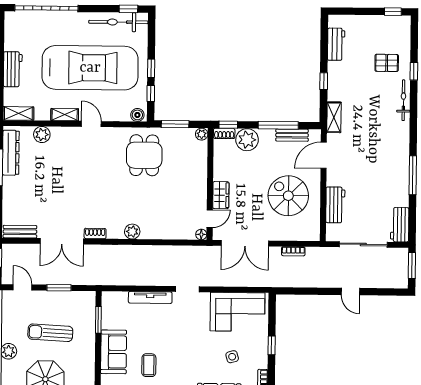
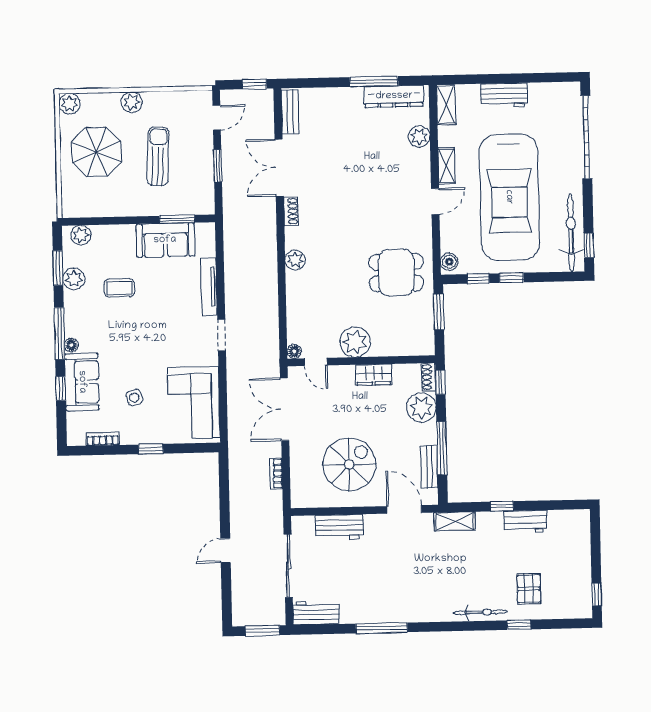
workbench: (336, 44) -> (525, 522), moved
plant: (202, 134) -> (355, 342), moved, width x1.88, depth x1.88
wardrobe: (221, 195) -> (374, 375), moved
sofa: (114, 352) -> (165, 240), moved

